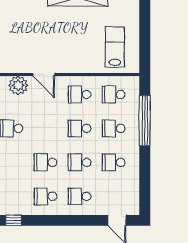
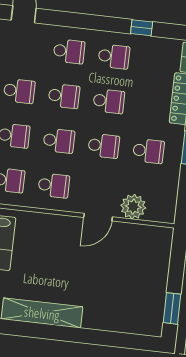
door: (44, 74) -> (98, 217), swing flipped
school desk: (46, 128) -> (104, 146), added
window: (14, 220) -> (142, 28), moved

